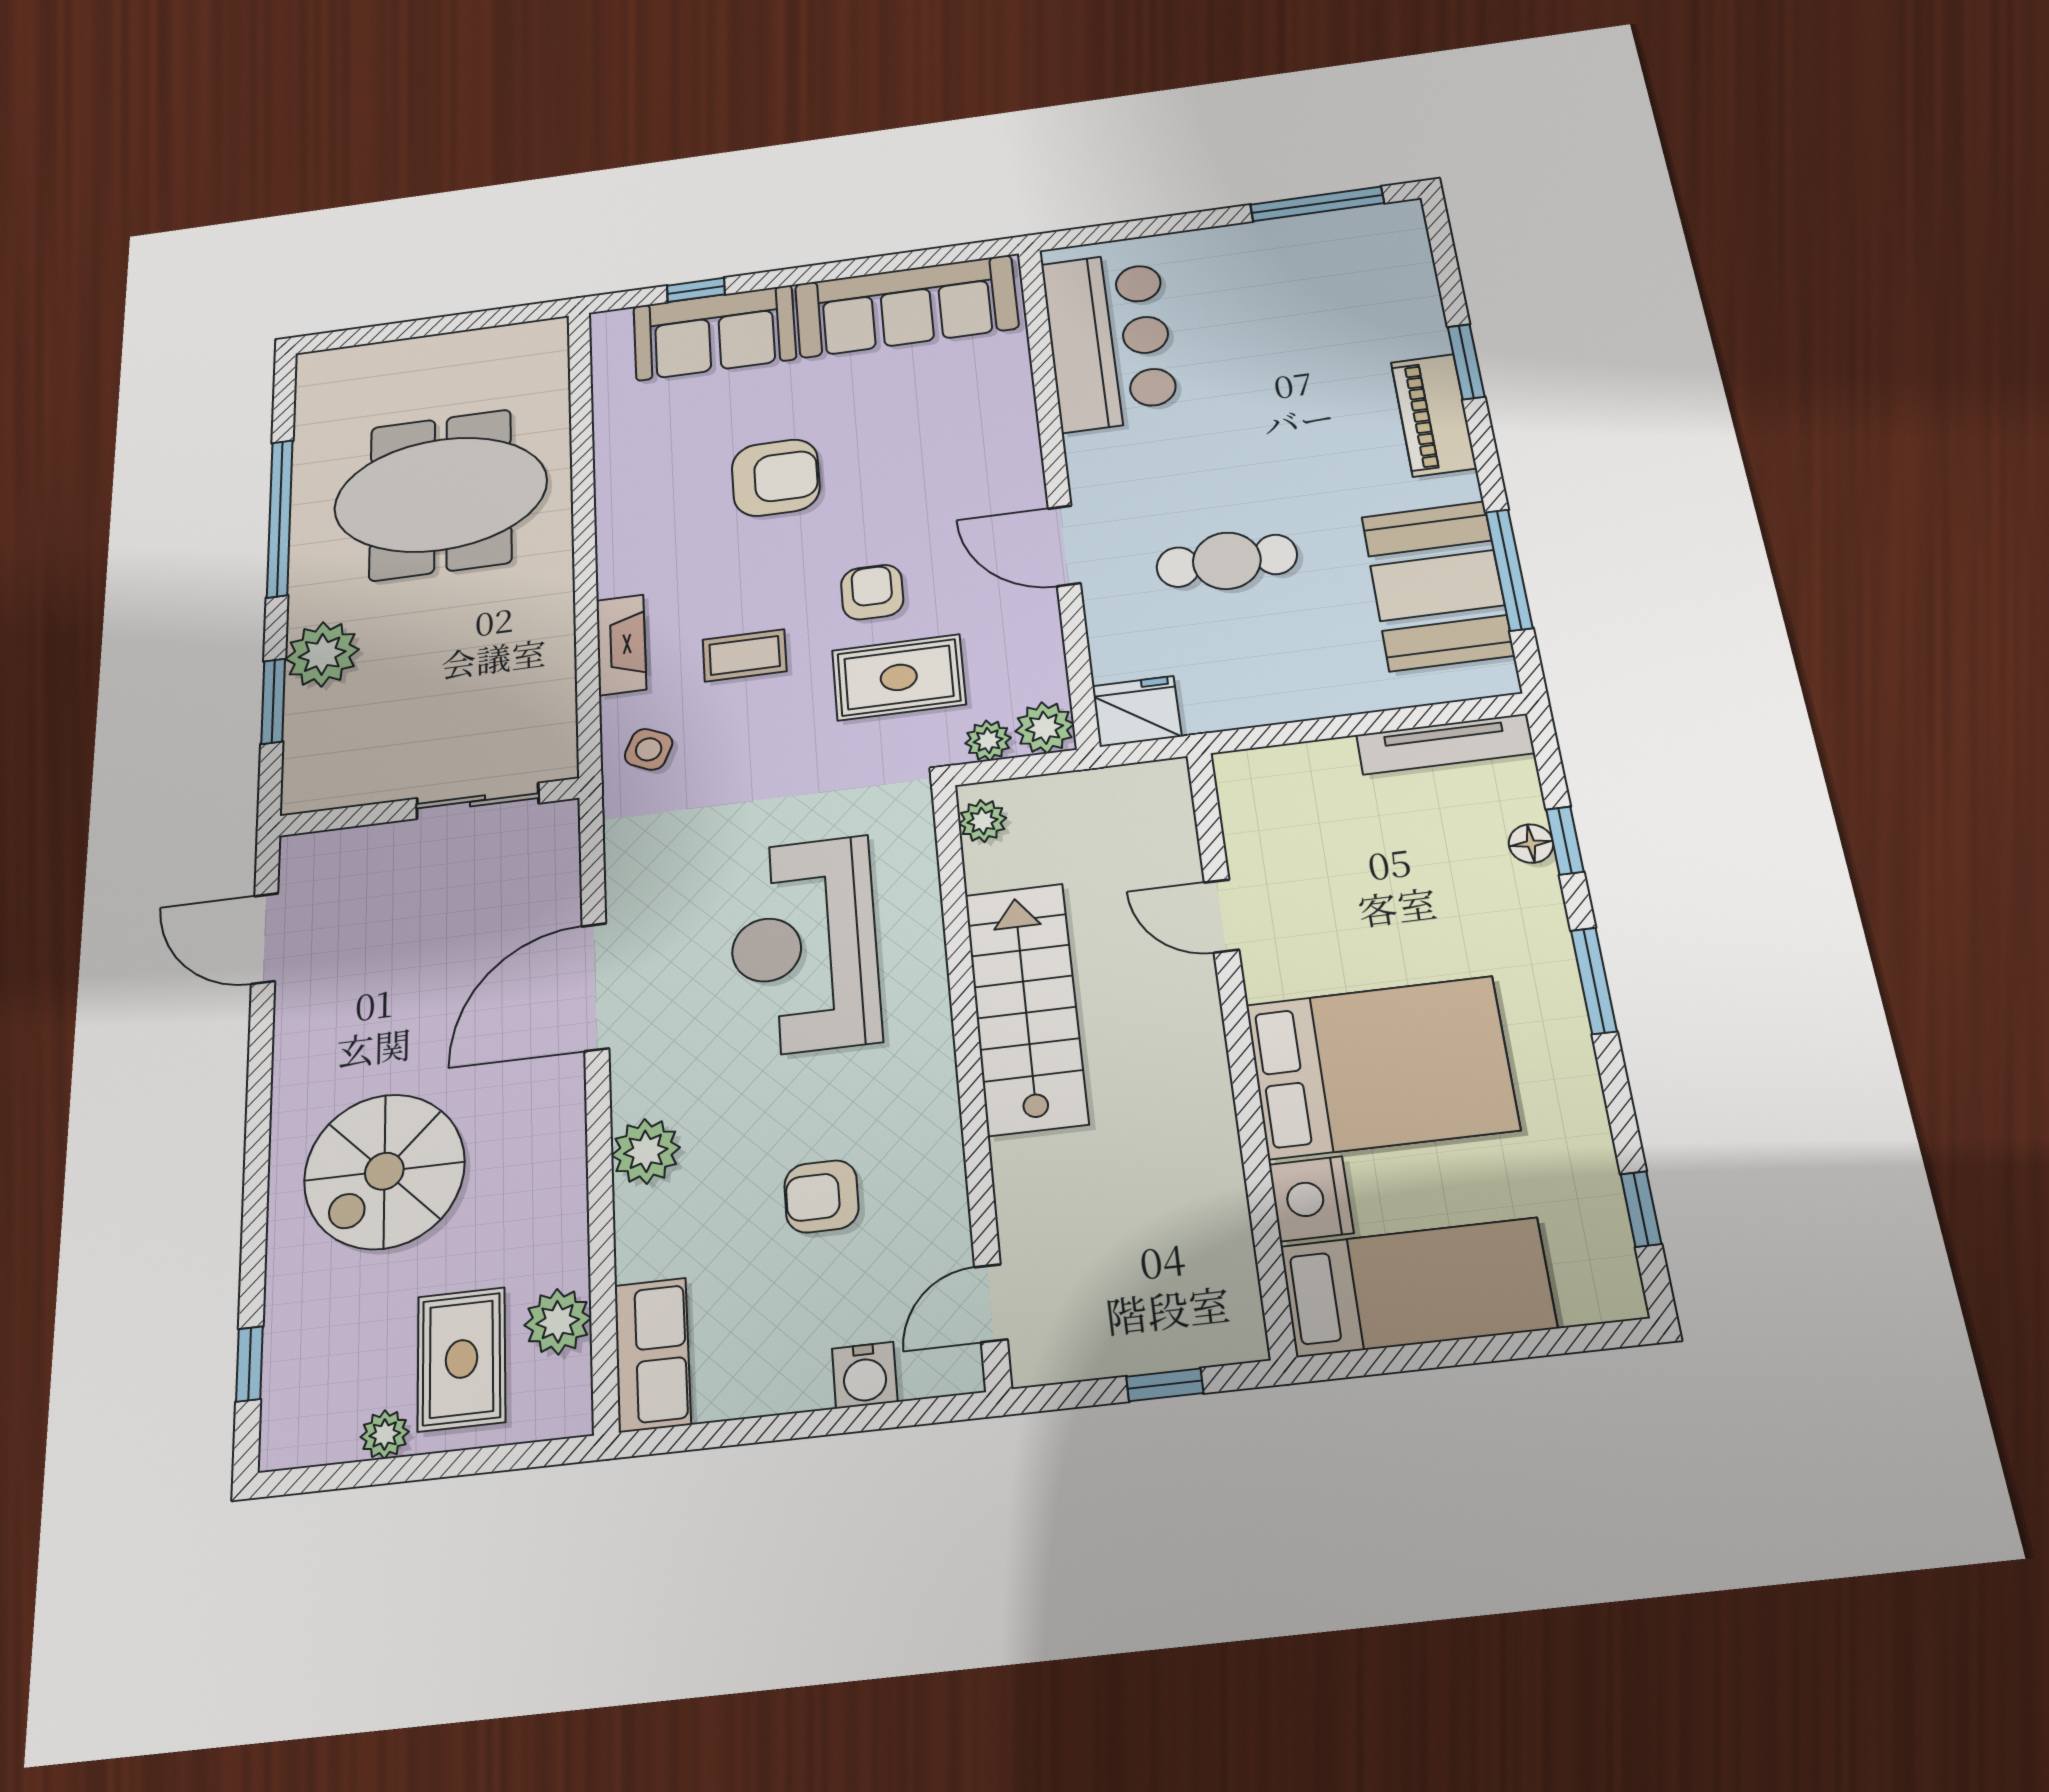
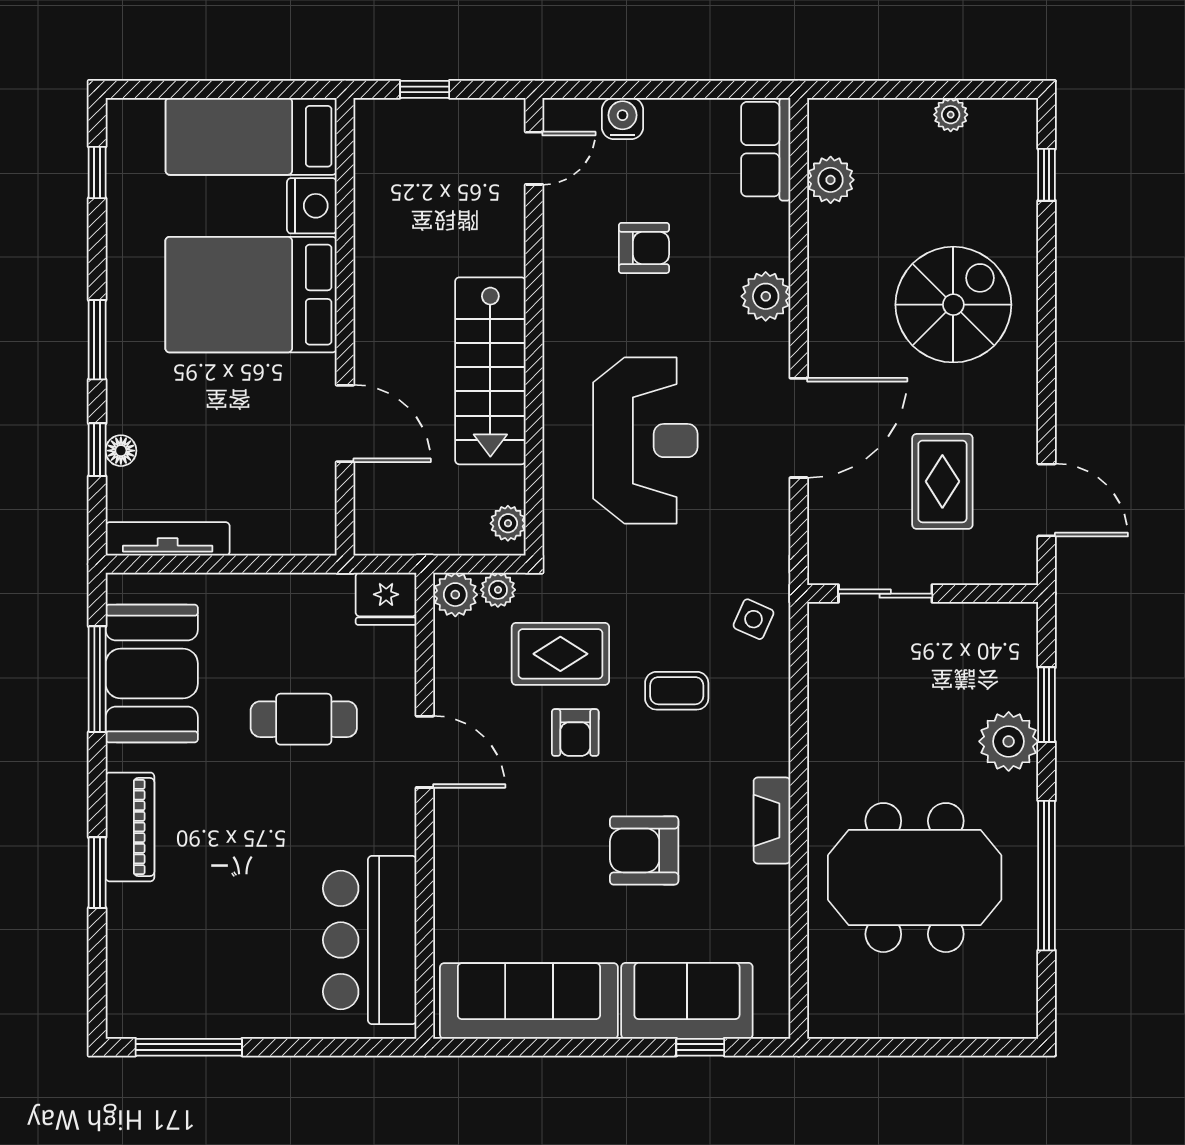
fireplace: (621, 645) -> (772, 820), moved
door: (1222, 916) -> (345, 423), width x1.38
rug: (461, 1359) -> (942, 481), moved

